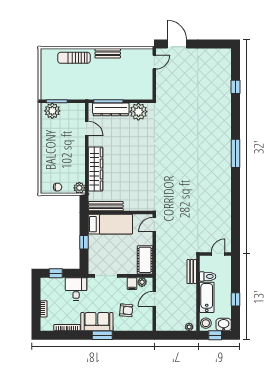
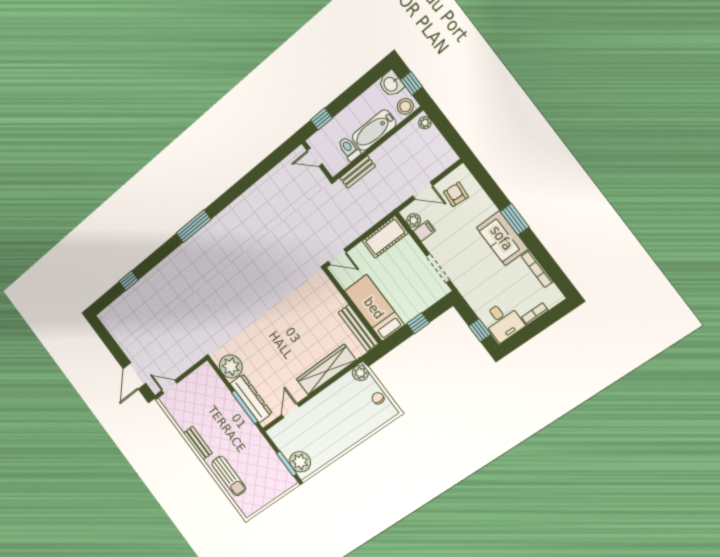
desk: (76, 289) -> (503, 321), moved, turned -90
window: (236, 299) -> (321, 119), moved
armchair: (126, 310) -> (456, 194), moved

